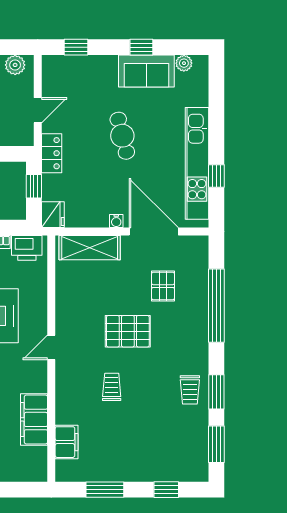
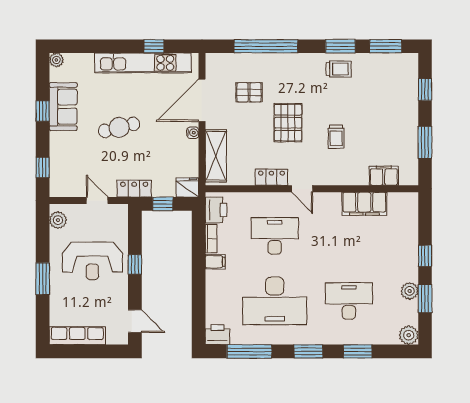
plant: (184, 63) -> (56, 60), moved
locker: (65, 312) -> (271, 177), added
trolley: (112, 387) -> (336, 137), turned -90

